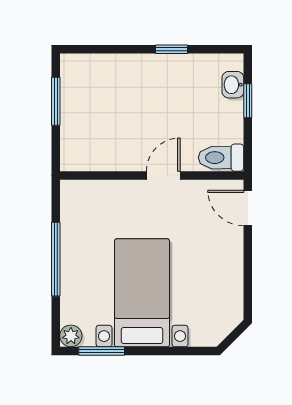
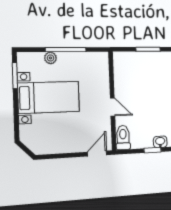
plant: (71, 336) -> (50, 58), moved

